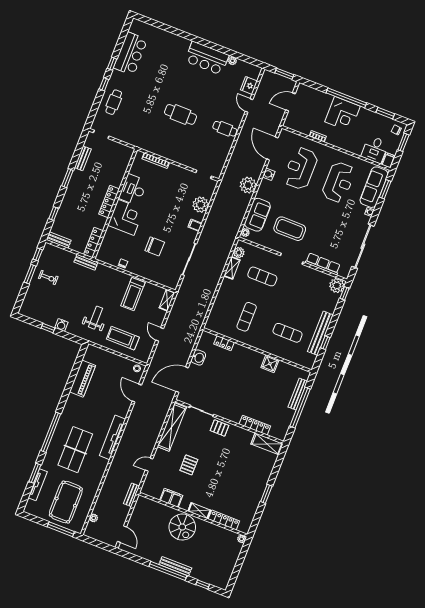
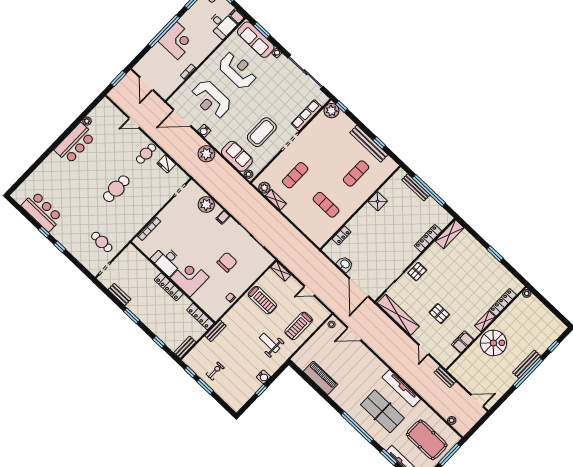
fridge: (249, 85) -> (166, 164), moved
cafe table: (114, 102) -> (102, 242), moved
tv unit: (112, 437) -> (401, 388), moved

